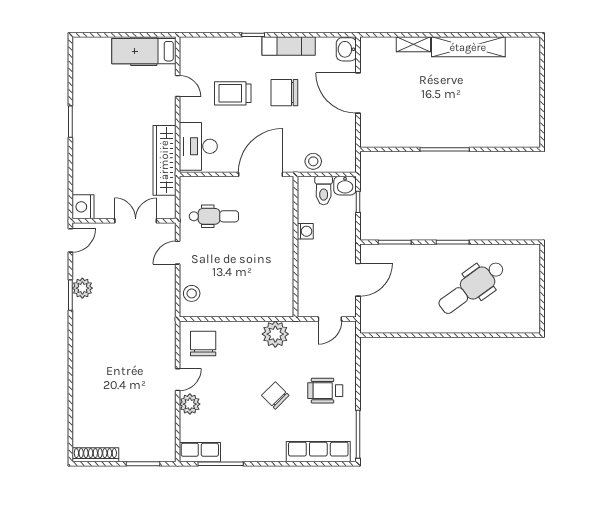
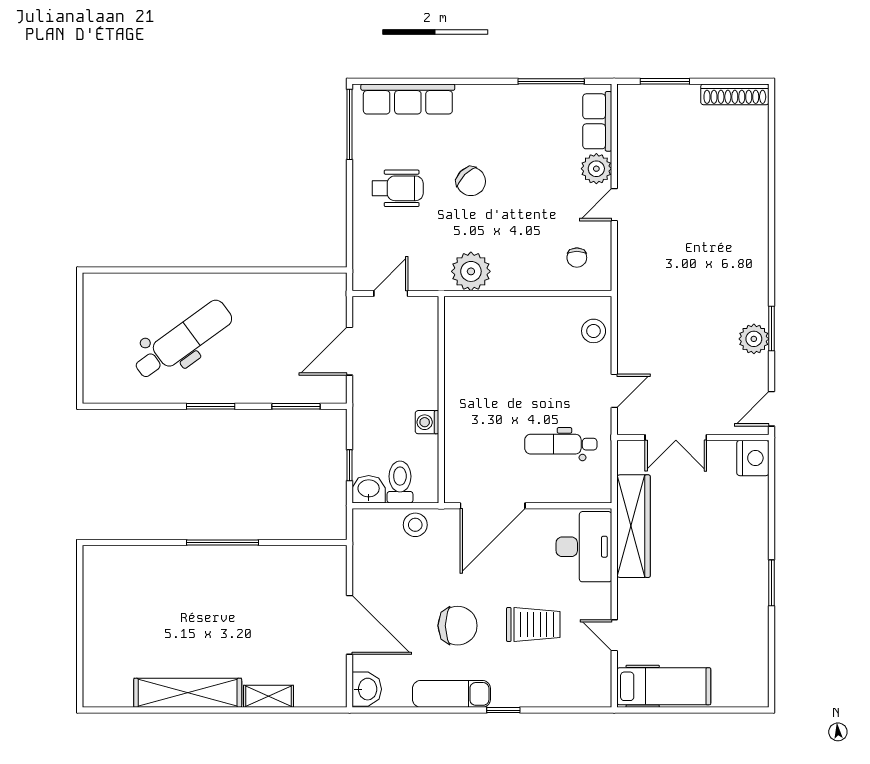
chair: (203, 343) -> (577, 258), width x0.54, depth x0.54
row of seats: (200, 452) -> (597, 121), moved, turned 90

